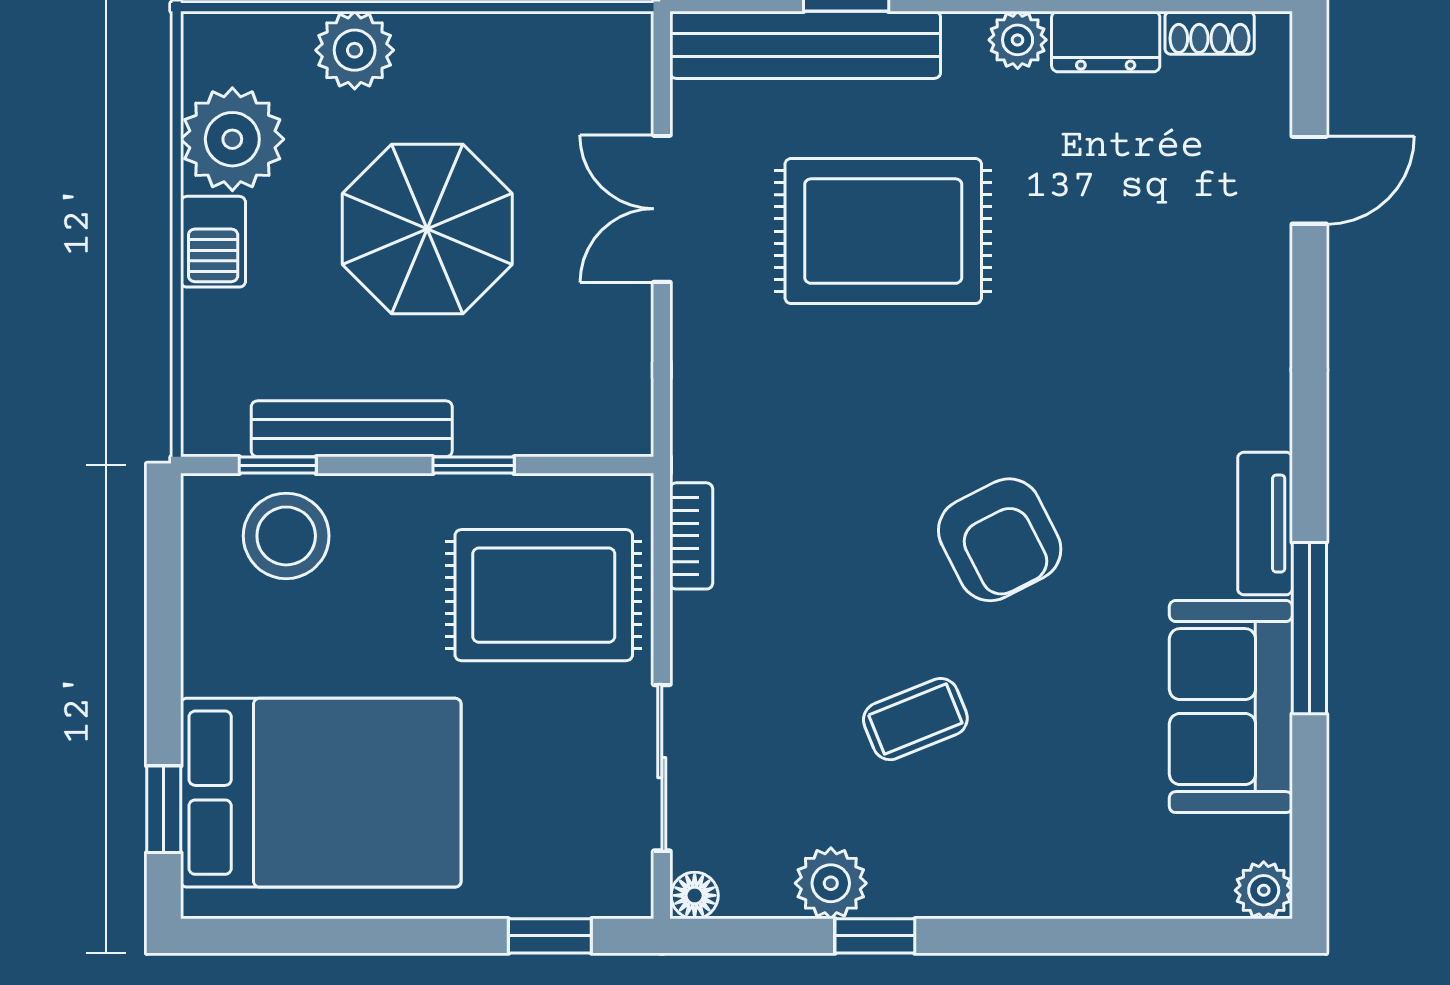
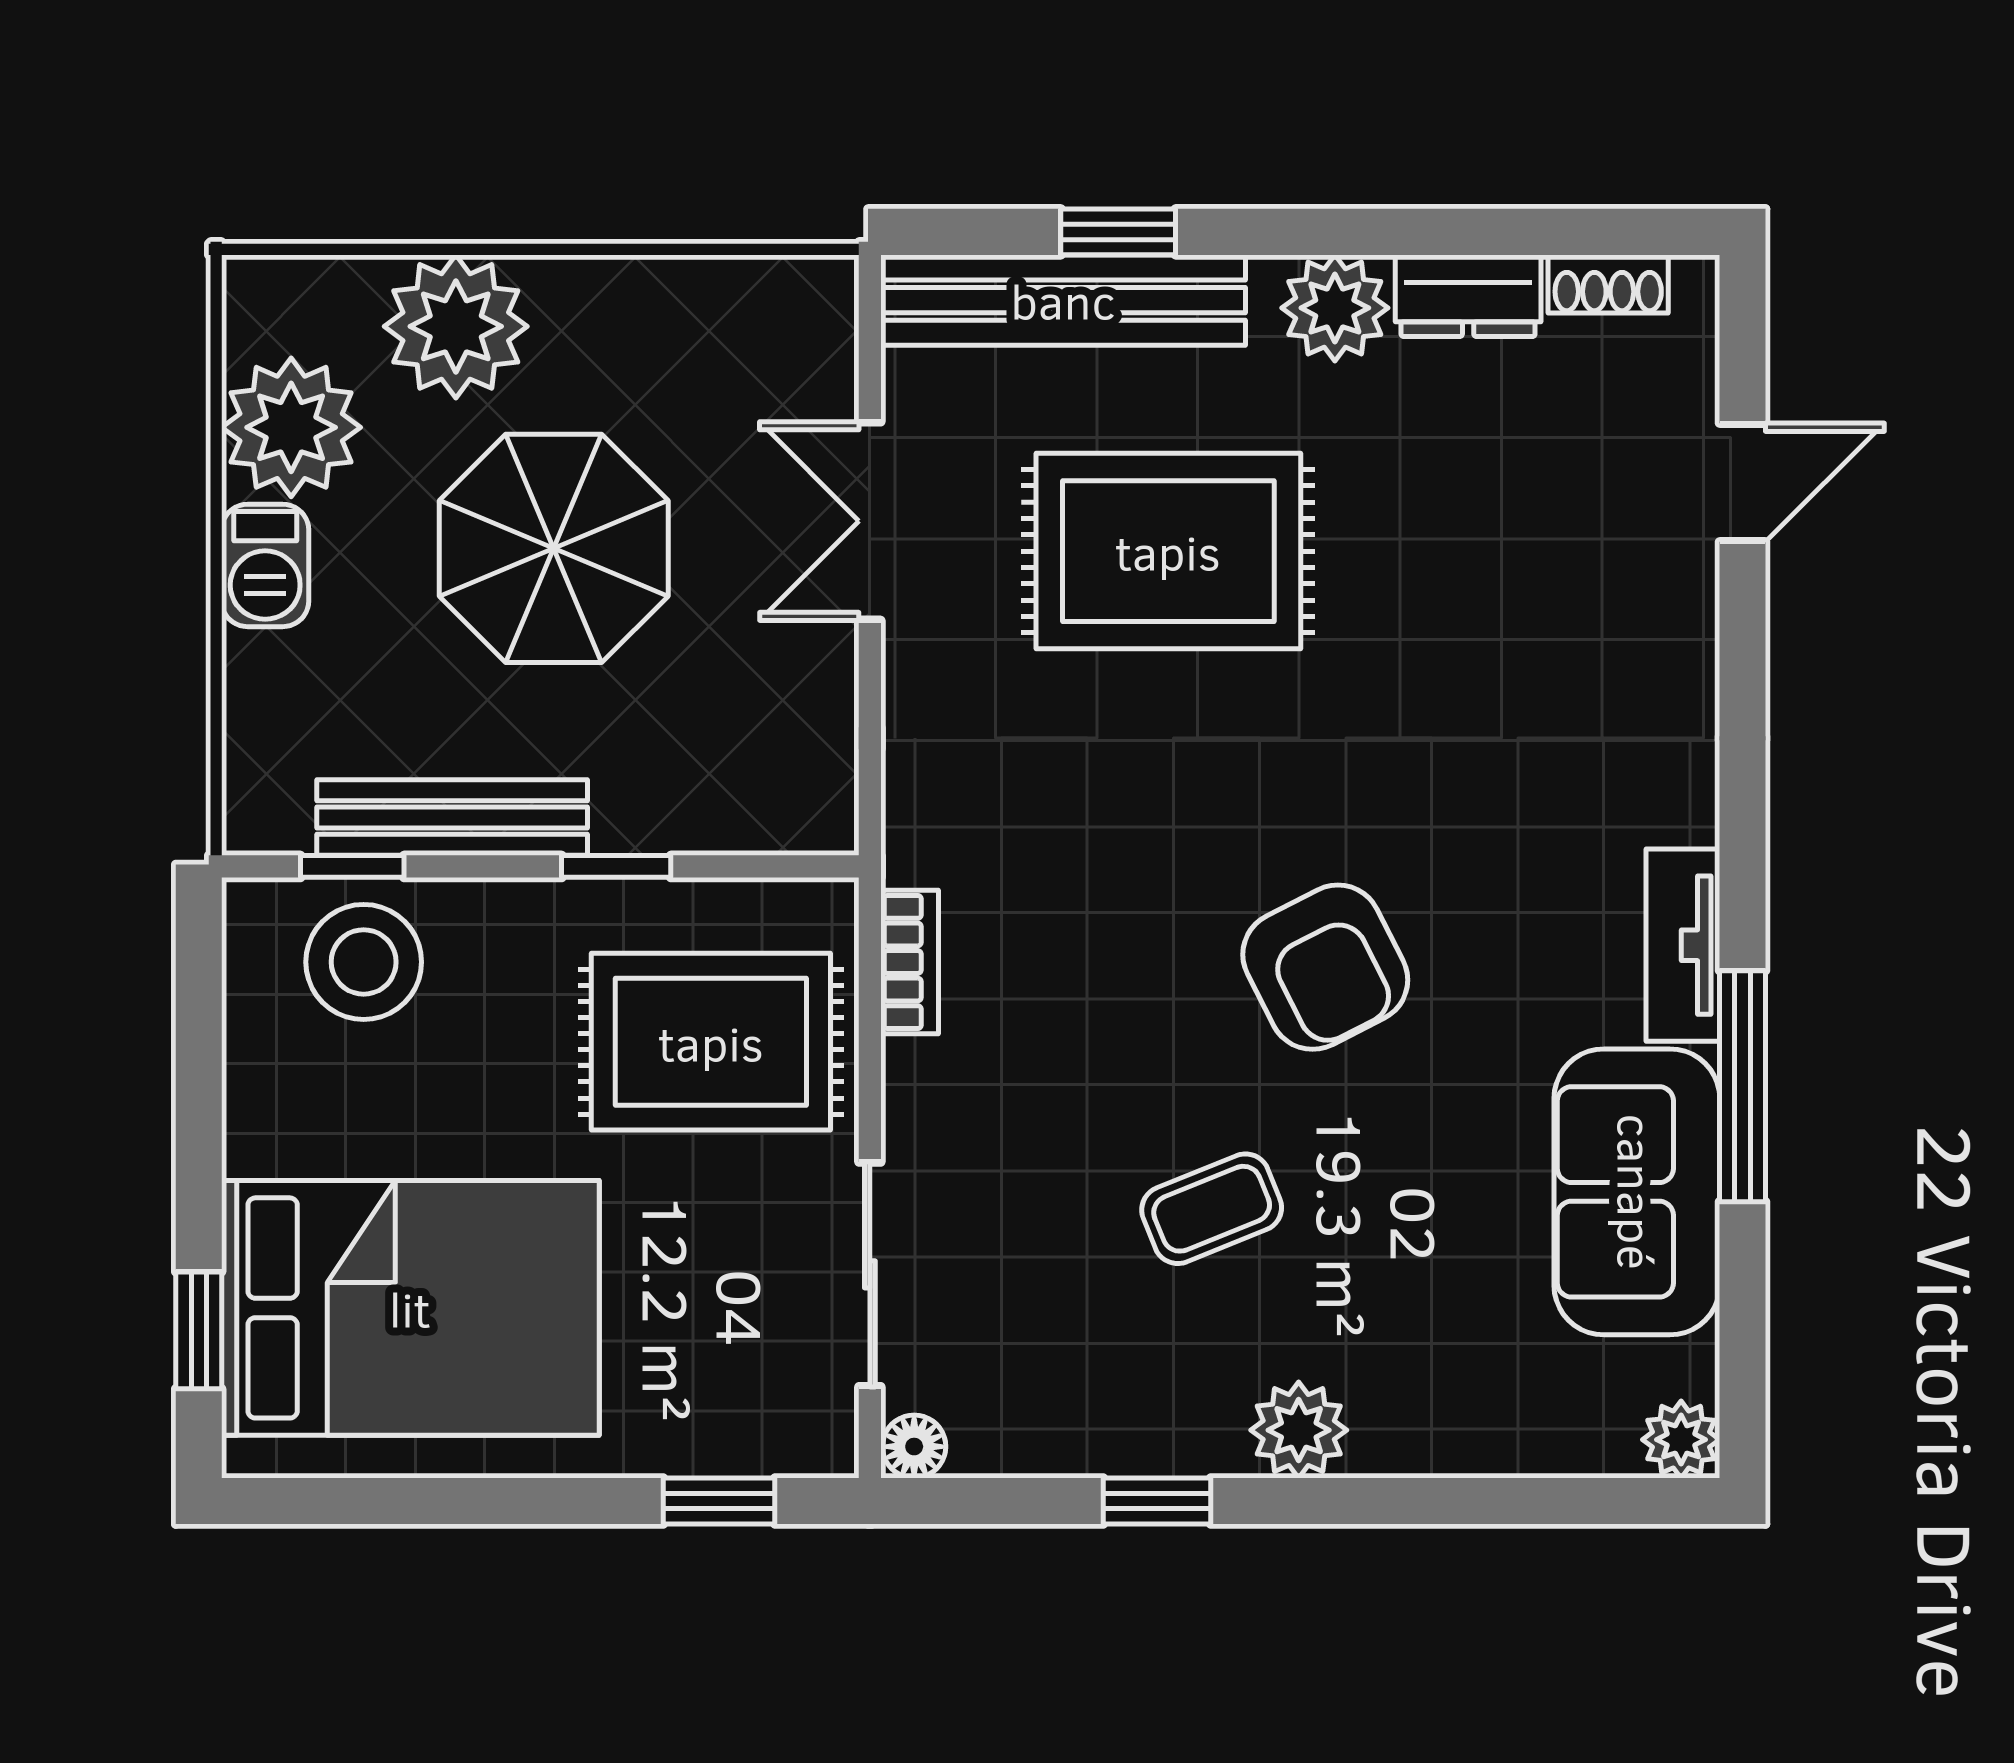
plant: (1018, 40) -> (1335, 308), width x1.38, depth x1.38
plant: (355, 50) -> (456, 326), width x1.36, depth x1.36
plant: (831, 883) -> (1299, 1430), moved

